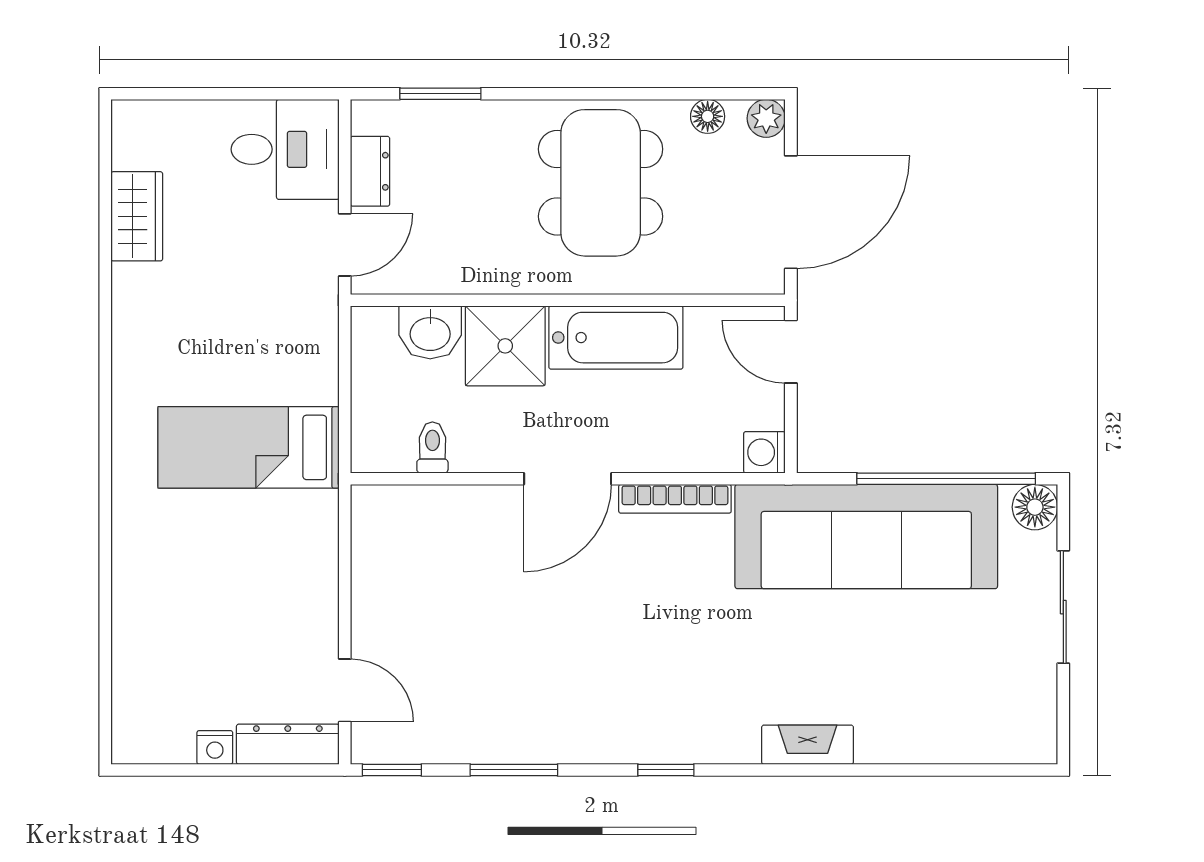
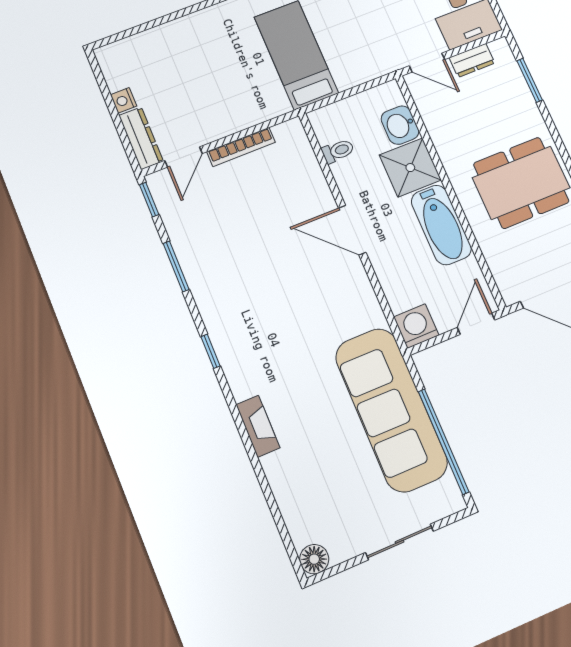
washing machine: (764, 452) -> (416, 326), width x1.38, depth x1.38
bookcase: (675, 499) -> (241, 147), moved, turned -90
floor lamp: (1035, 507) -> (314, 559), moved

